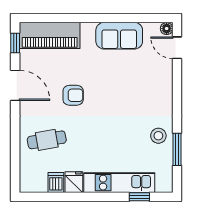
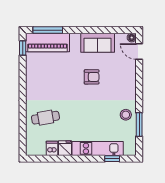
window: (50, 18) -> (48, 30), added
door: (15, 85) -> (23, 78), removed
armchair: (73, 95) -> (92, 77), moved

